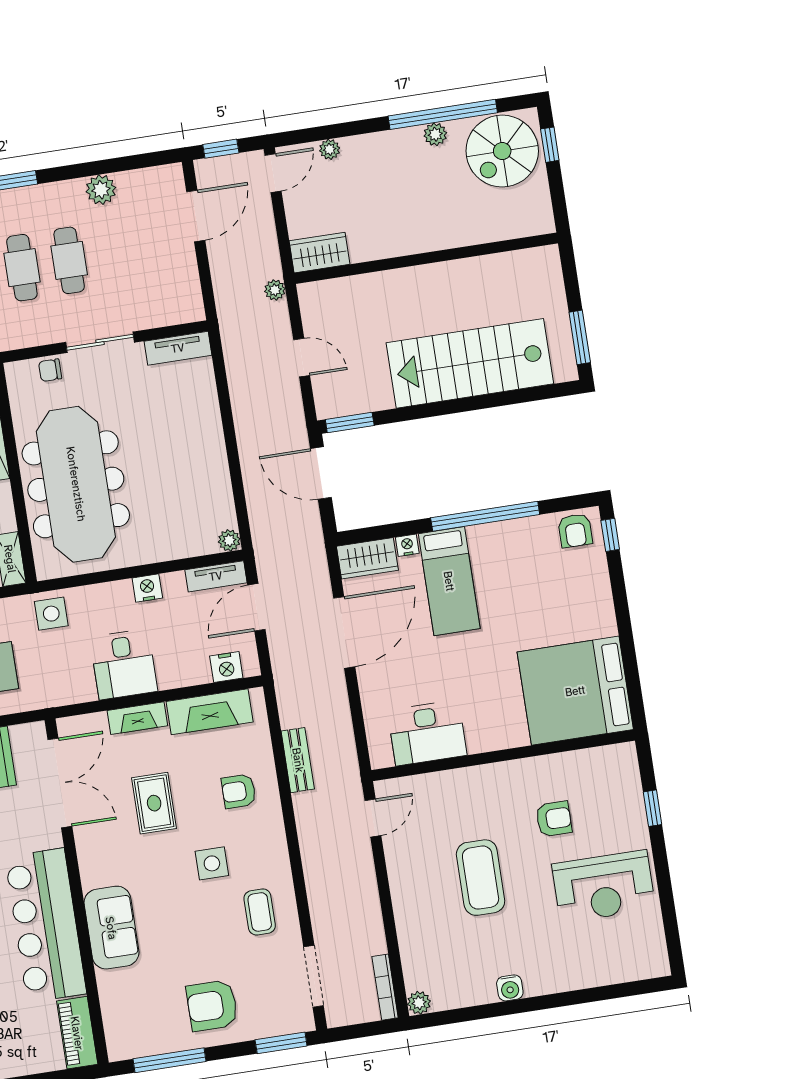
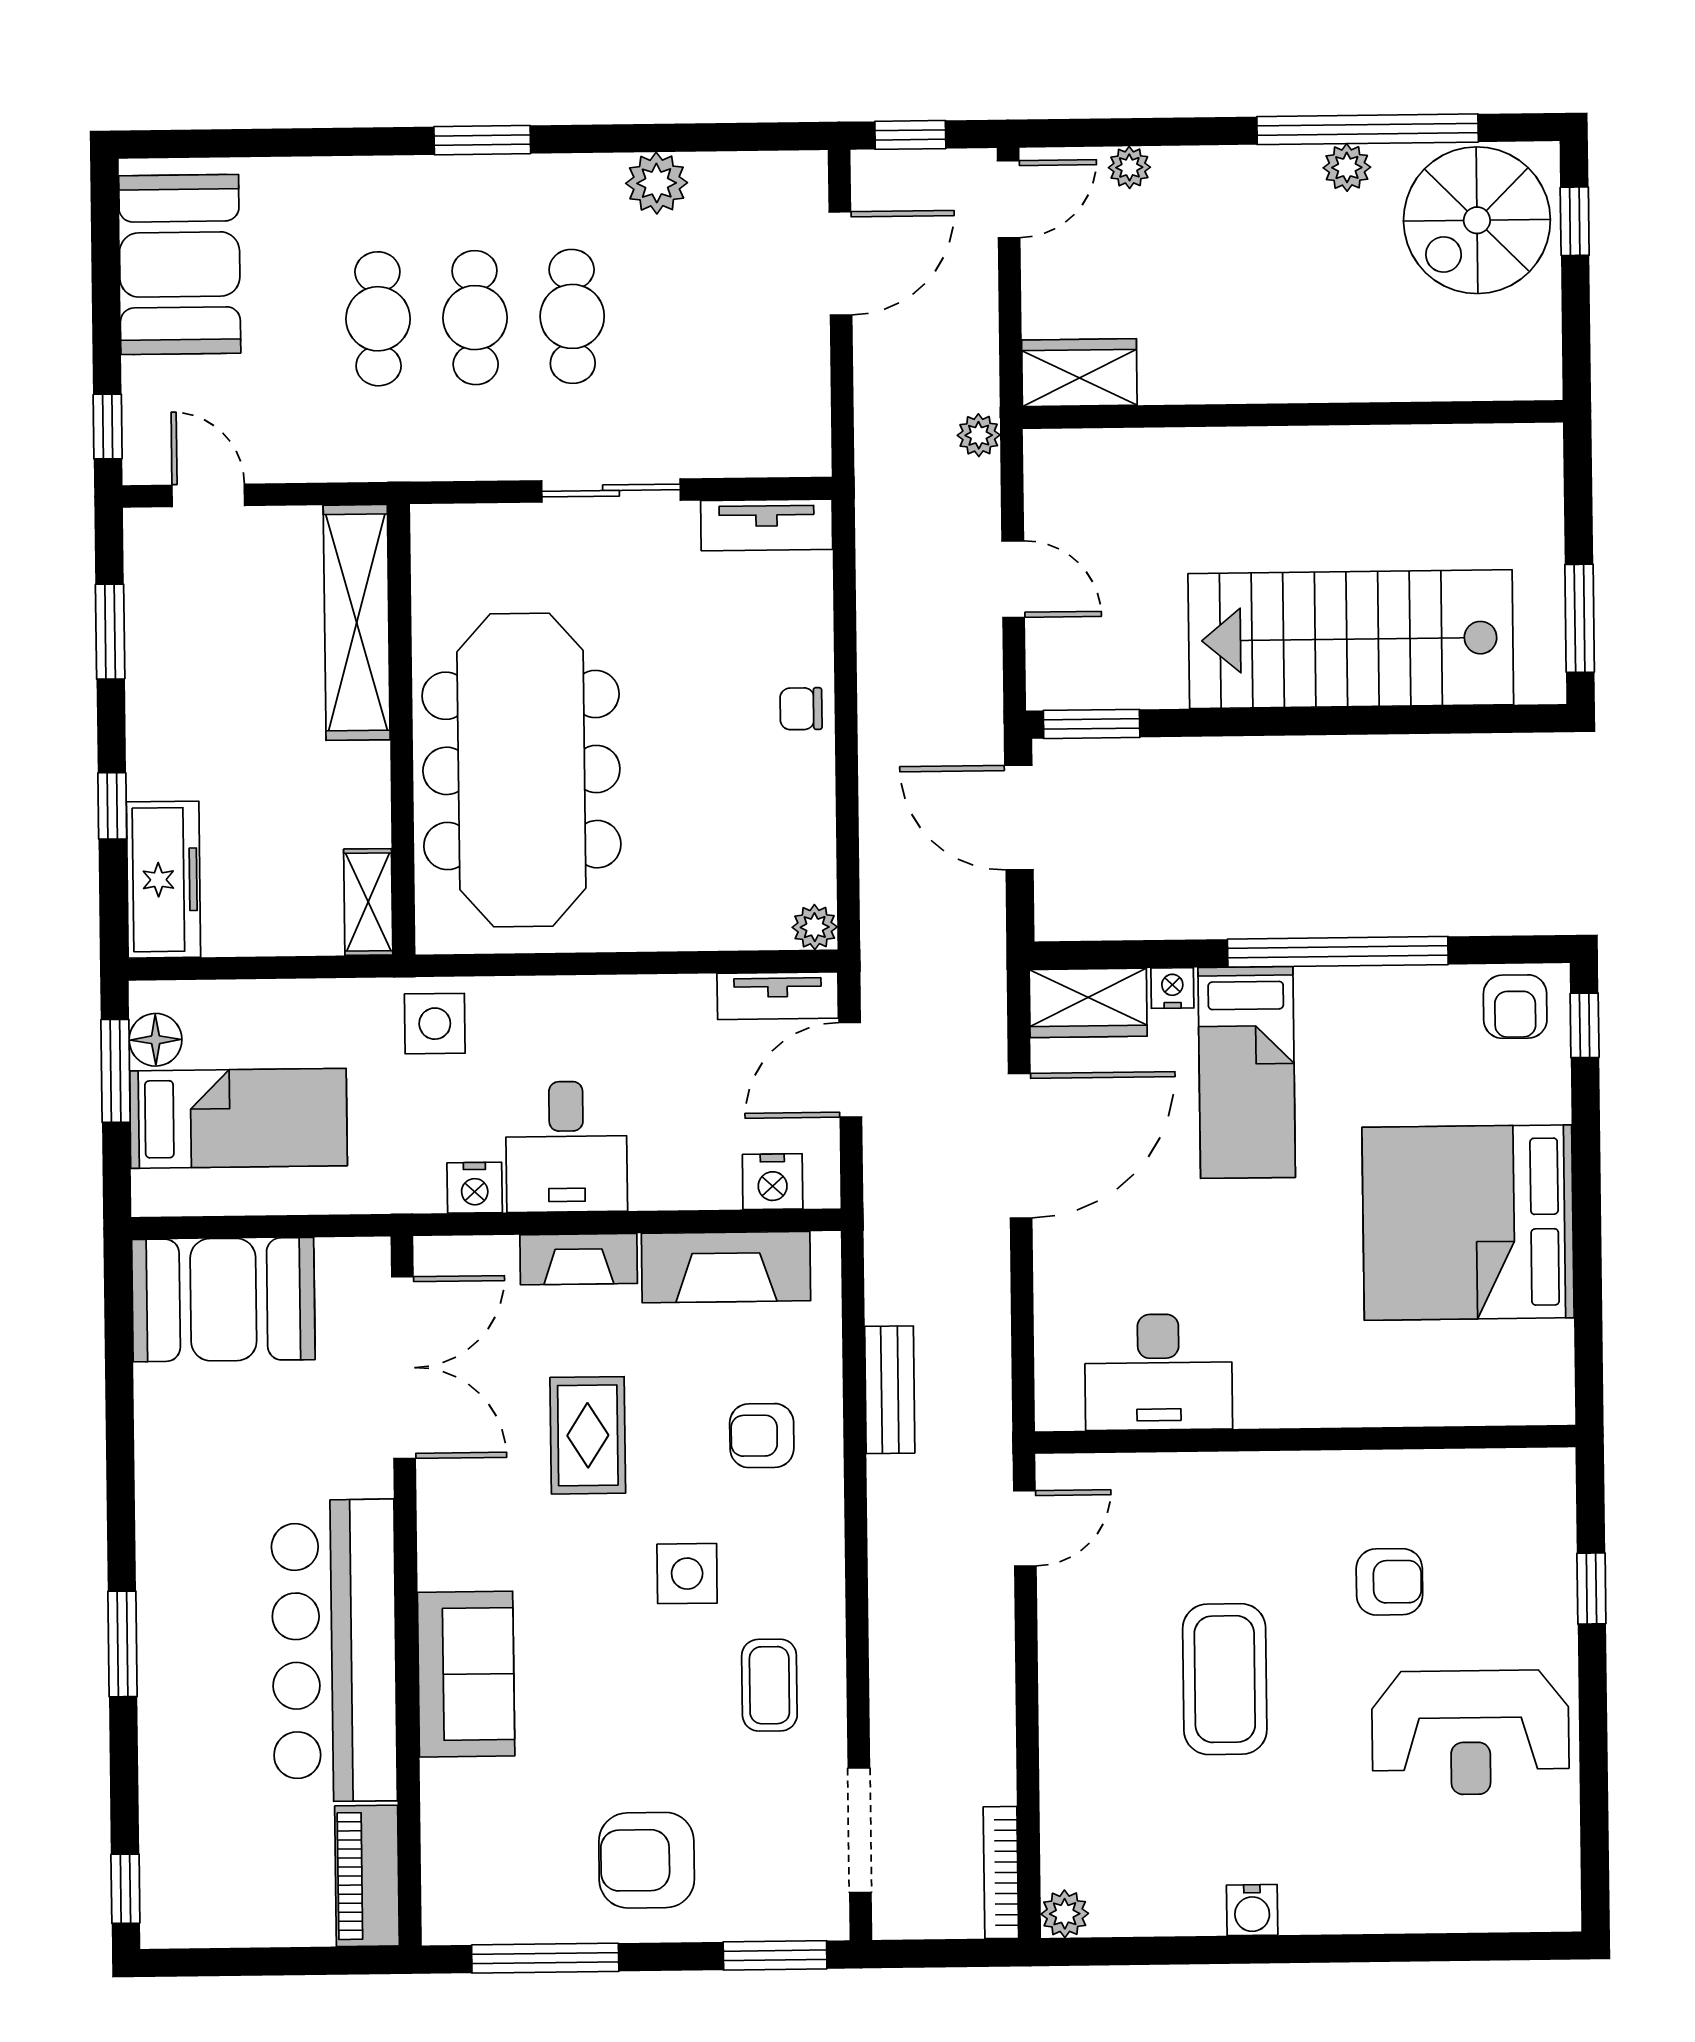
chair: (50, 370) -> (801, 709), moved
nightstand: (147, 588) -> (475, 1188), moved, turned 180
bed: (575, 691) -> (1468, 1223), moved

